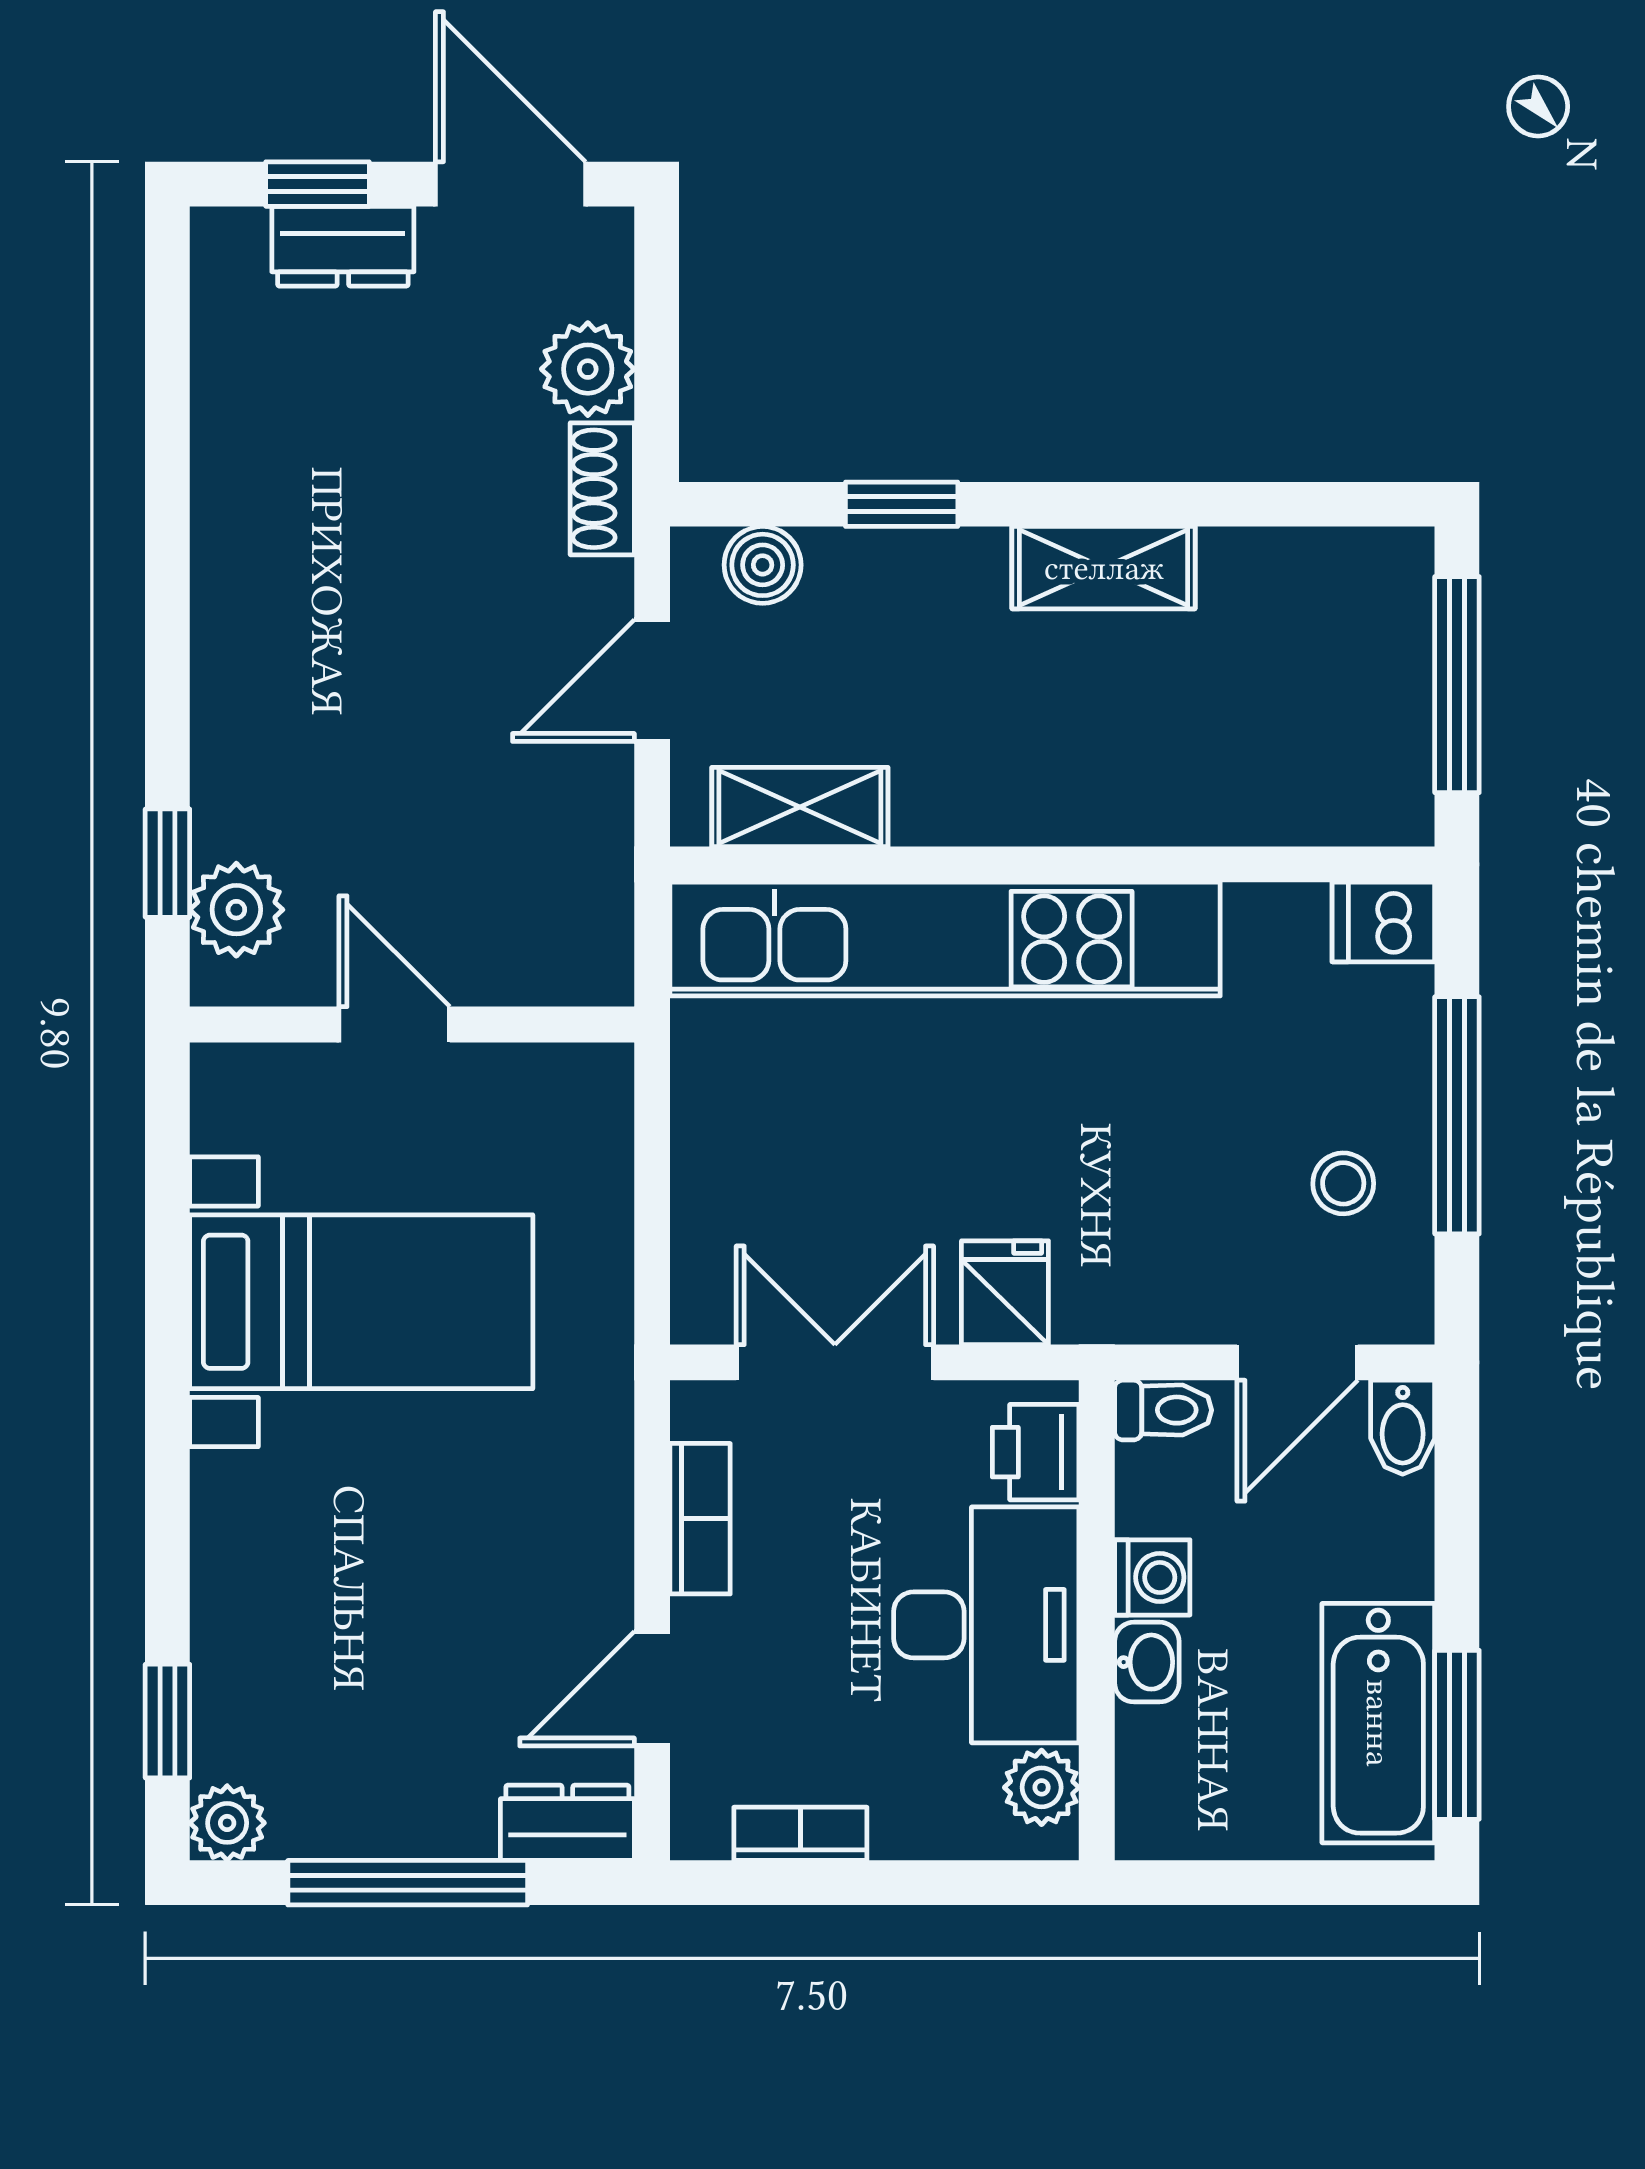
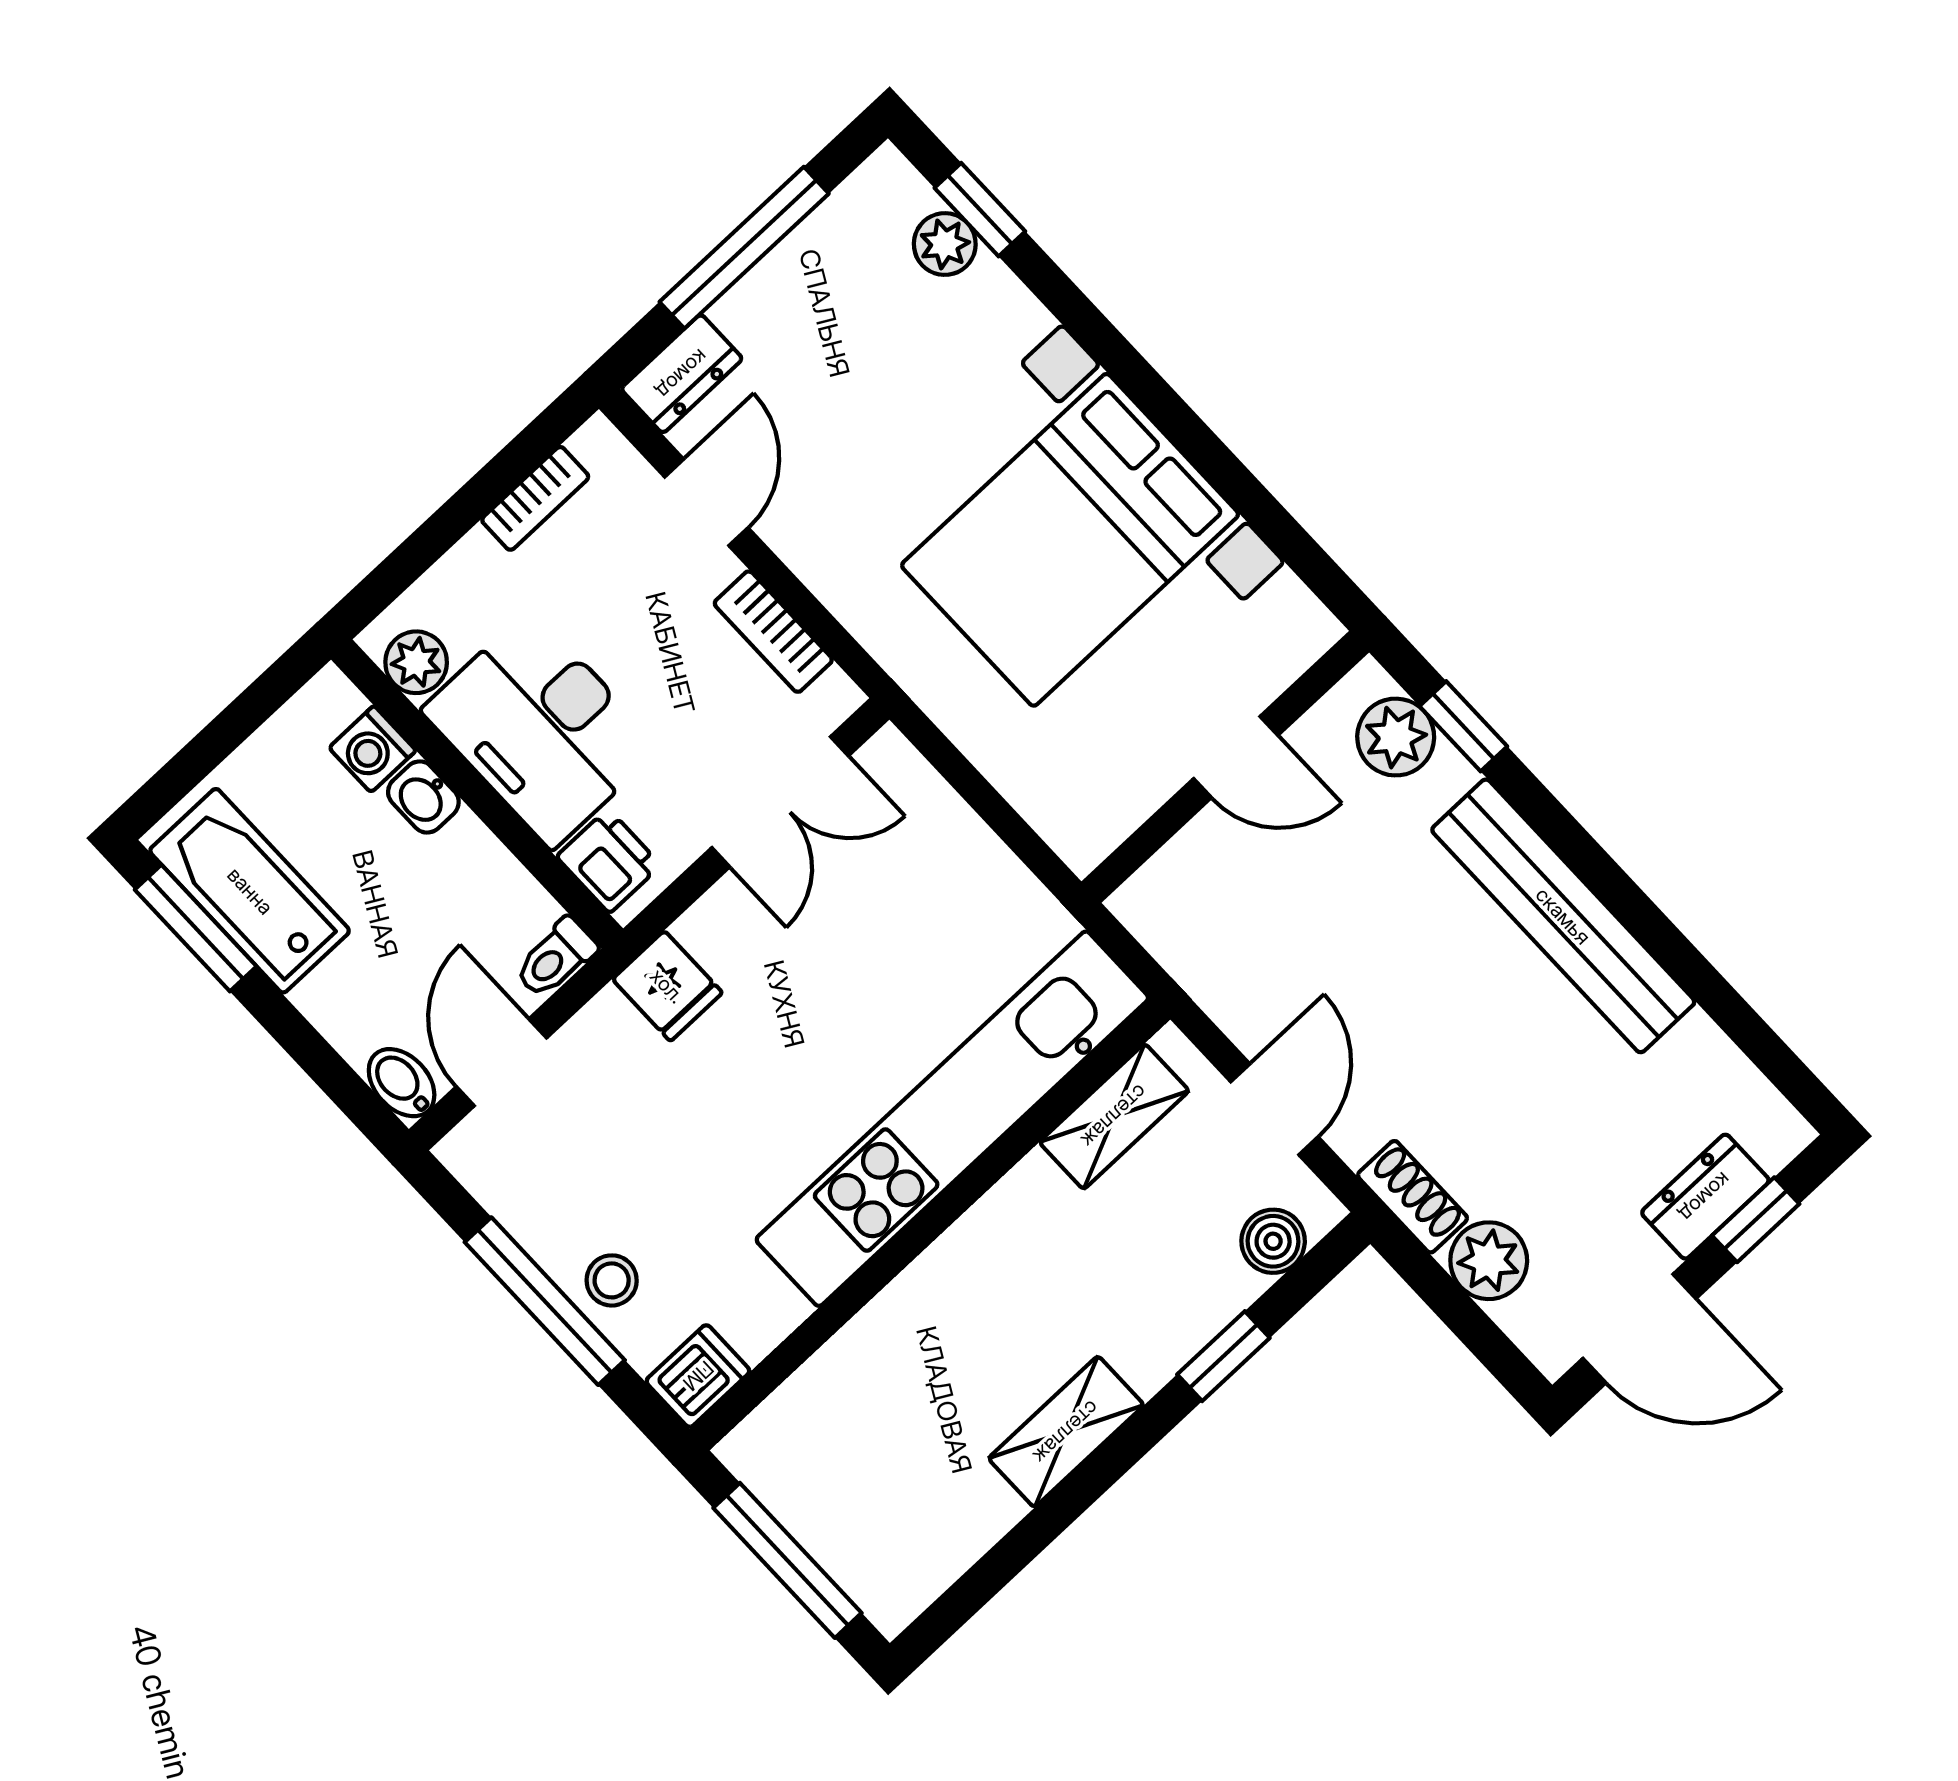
bench: (236, 613) -> (1563, 916), added
stool: (1343, 1183) -> (612, 1280), moved
fridge: (1005, 1293) -> (667, 986), moved
bed with nightstands: (361, 1302) -> (1070, 540), width x1.36
washing machine: (1152, 1577) -> (372, 749), moved
plant: (227, 1823) -> (945, 244), moved

